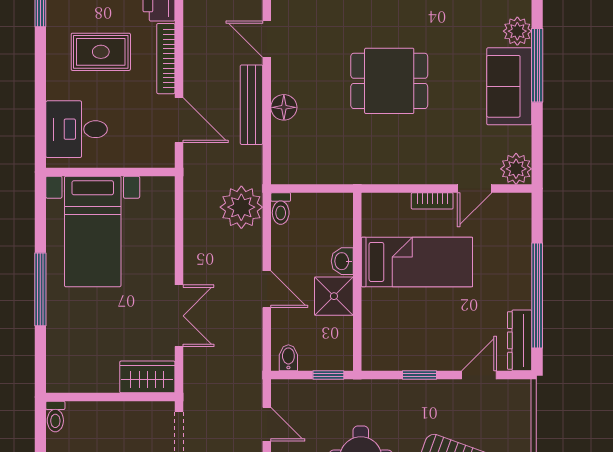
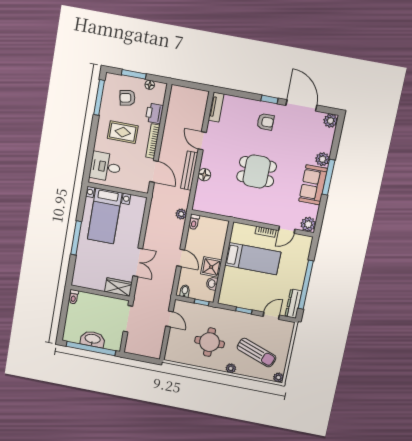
plant: (241, 207) -> (181, 214), width x0.53, depth x0.53
washbasin: (342, 261) -> (212, 284), moved

